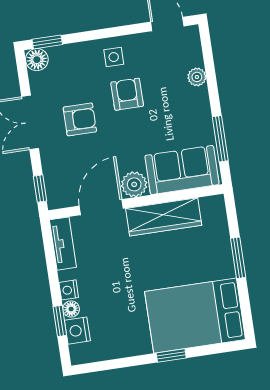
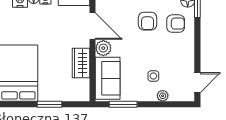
side table: (114, 57) -> (153, 76), moved
armchair: (127, 94) -> (176, 24), moved
wardrobe: (164, 217) -> (81, 63), width x0.67

